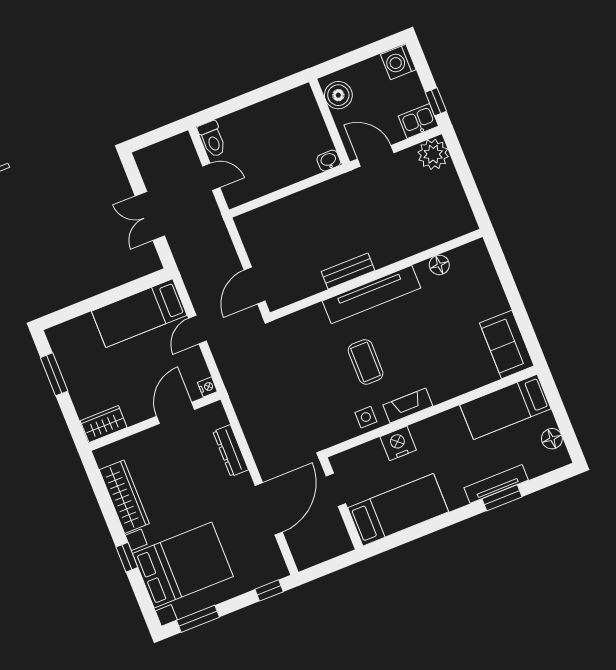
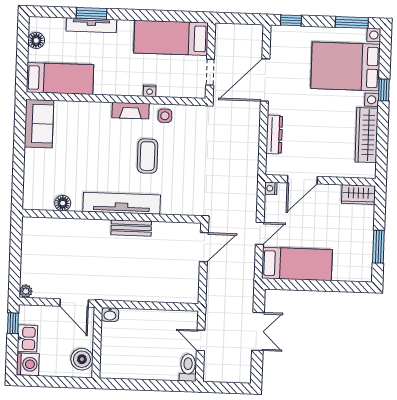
kitchen sink: (418, 121) -> (27, 338), moved, turned -90
plant: (433, 154) -> (26, 291), width x0.53, depth x0.53
nightstand: (398, 443) -> (150, 91), width x0.53, depth x0.56

